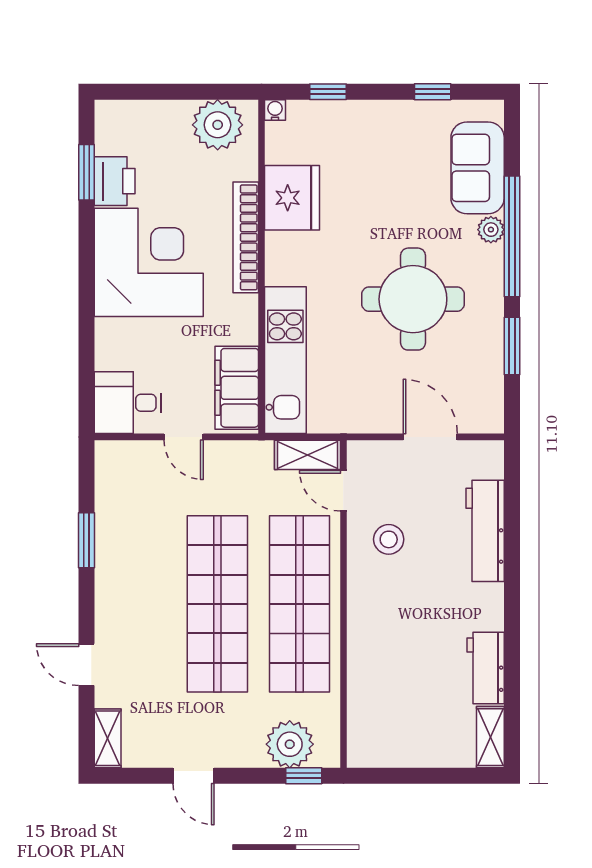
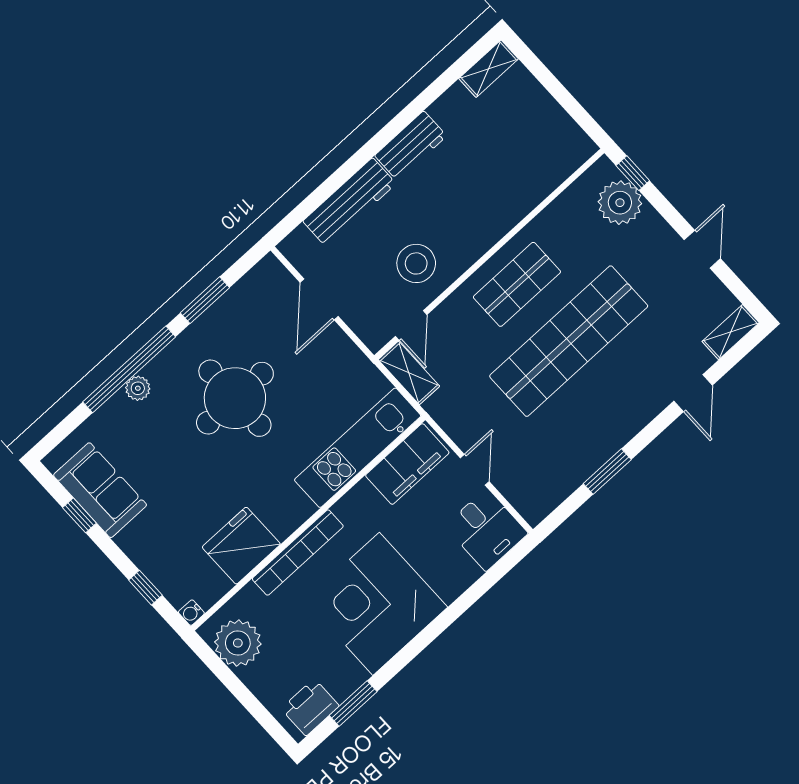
sofa: (478, 168) -> (100, 490), moved, turned -90
printer: (115, 181) -> (310, 707), moved
stool: (389, 539) -> (416, 263), width x1.38, depth x1.38
shop shelf: (300, 604) -> (517, 284), width x0.50, depth x0.74
workbench: (486, 668) -> (411, 146), moved

